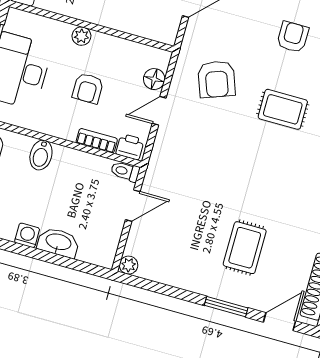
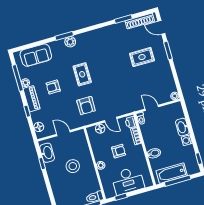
armchair: (217, 79) -> (86, 106), turned 110

